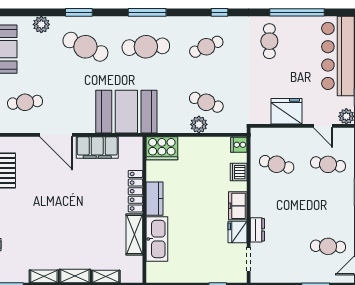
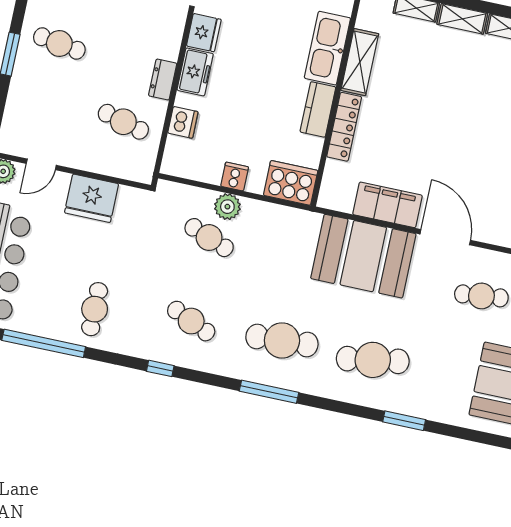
window: (79, 12) -> (404, 421), moved
plant: (41, 24) -> (432, 408), removed
cafe table: (85, 47) -> (373, 360), turned -33
cafe table: (206, 47) -> (191, 321), turned 48
booth: (126, 112) -> (363, 256), moved
door: (323, 126) -> (41, 164), swing flipped
cooker: (239, 145) -> (235, 177), moved, turned -90
cafe table: (328, 164) -> (59, 44), moved
dresser: (257, 230) -> (163, 80), moved

